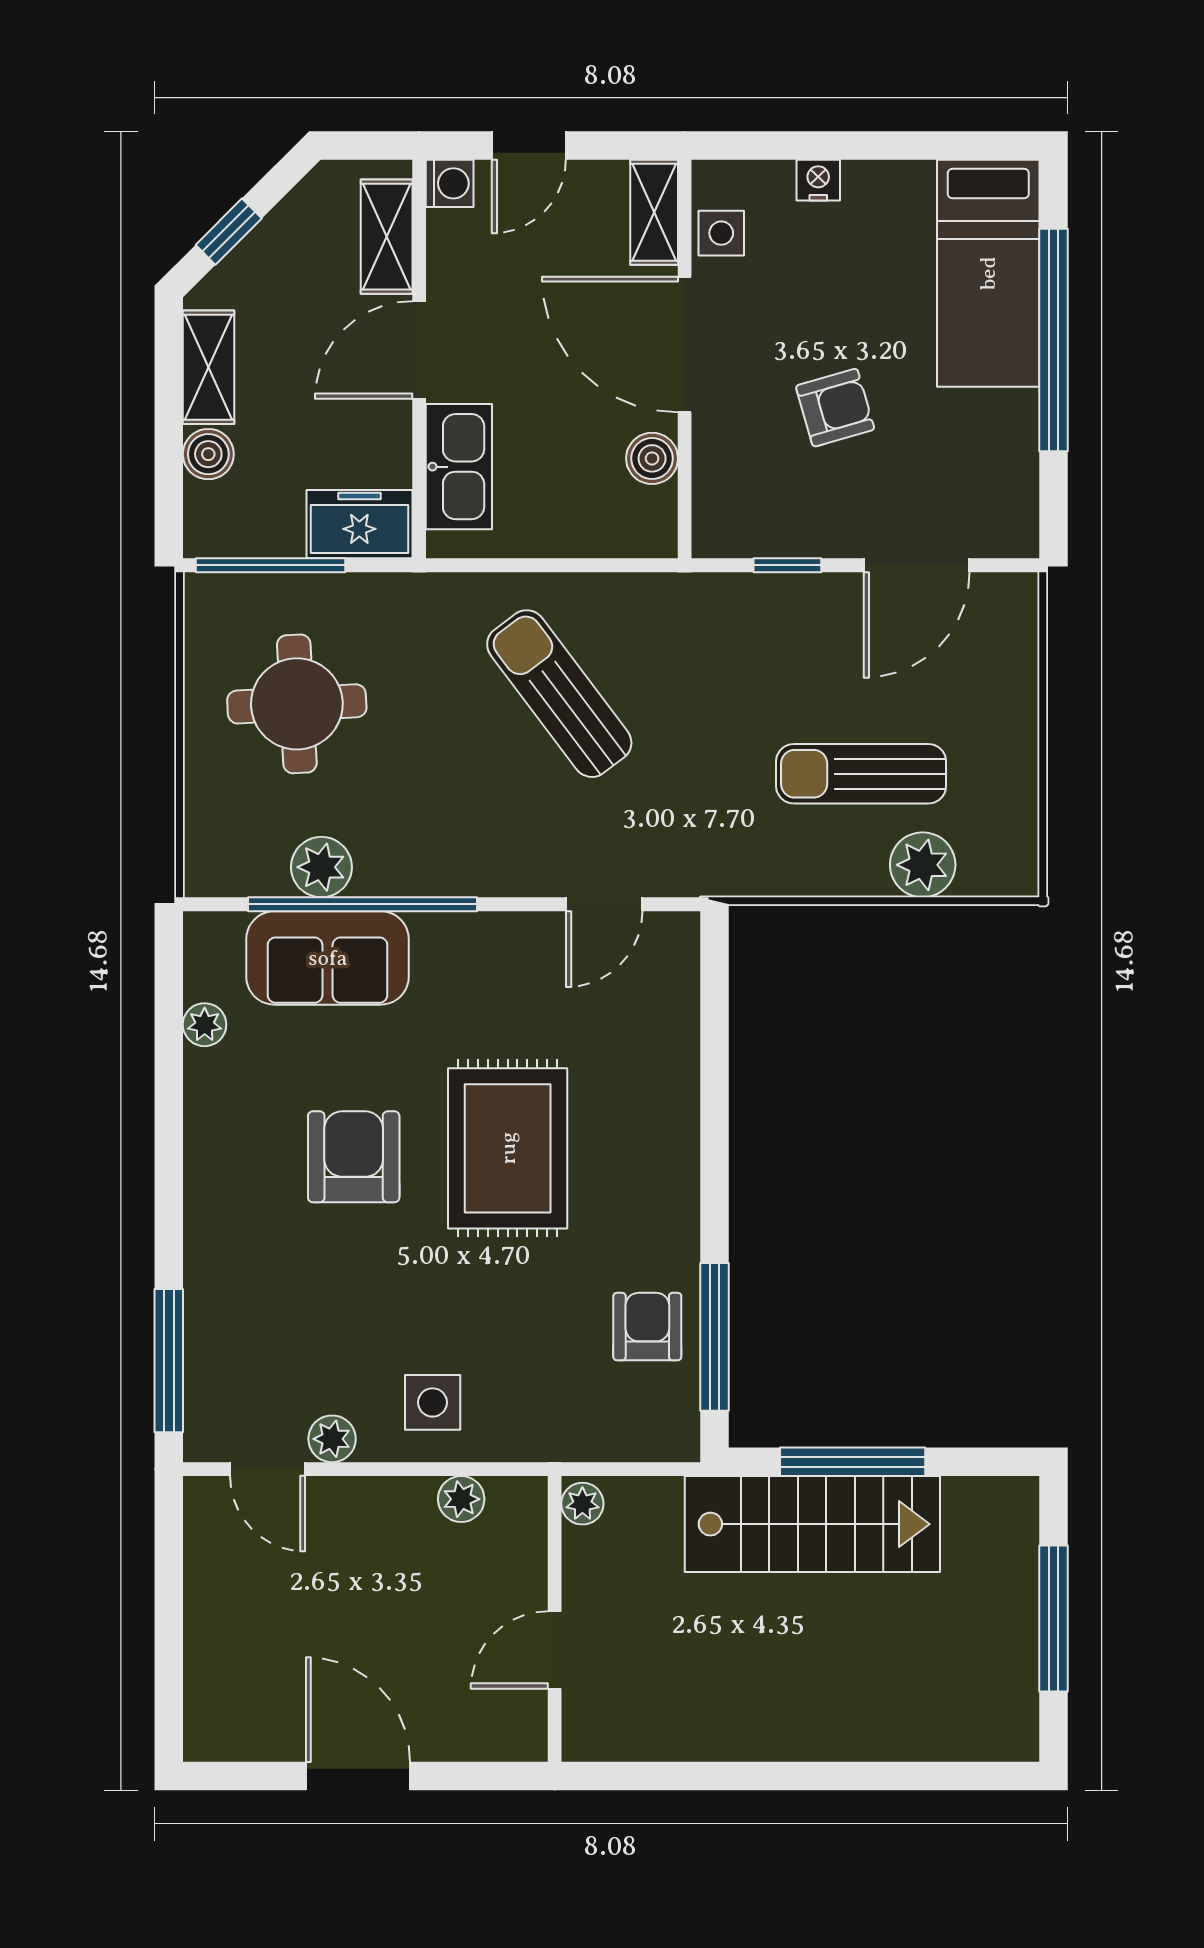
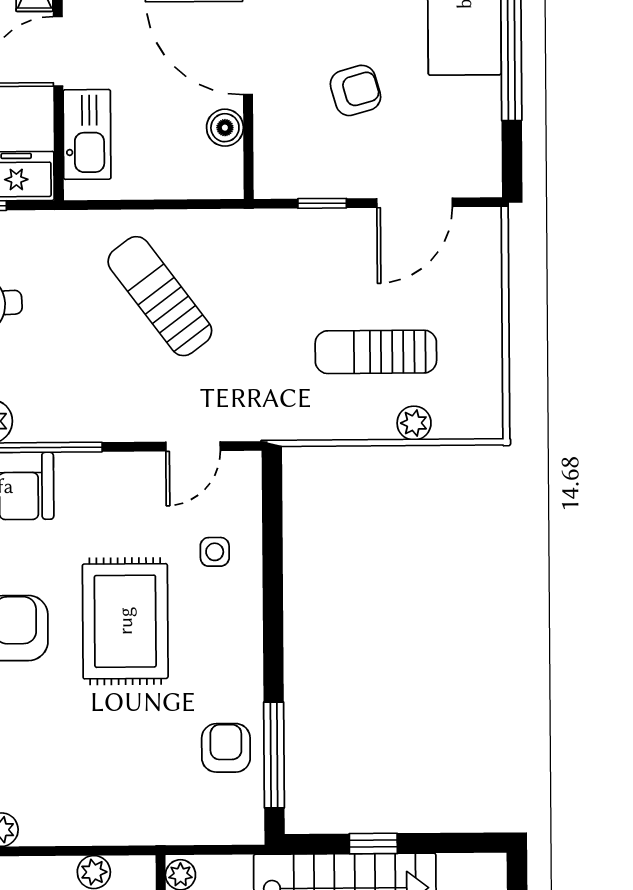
plant: (923, 865) -> (414, 423), width x0.73, depth x0.73
side table: (433, 1402) -> (215, 552), moved, width x0.73, depth x0.73
window: (853, 1462) -> (373, 843), width x0.46

